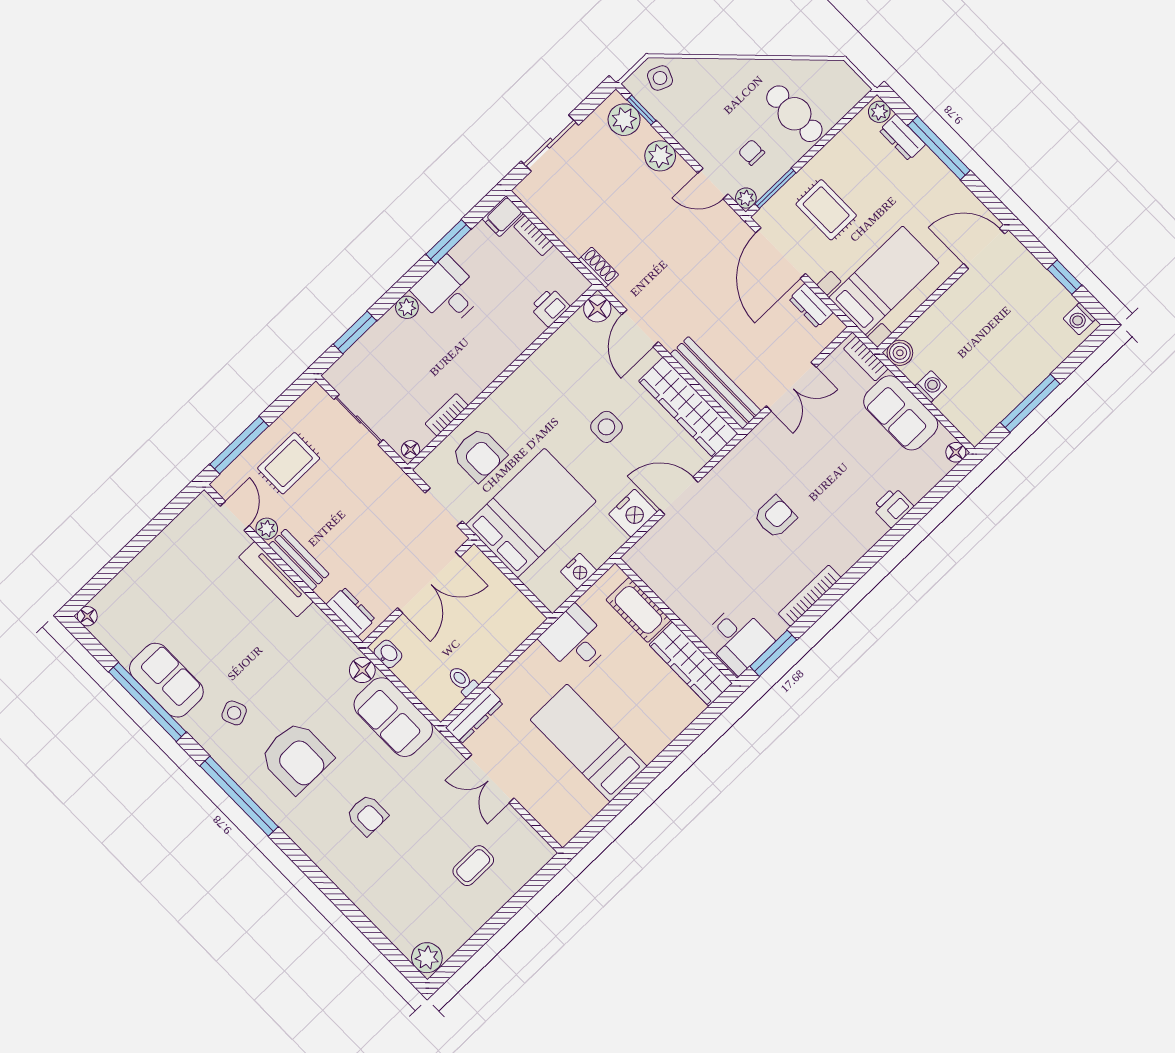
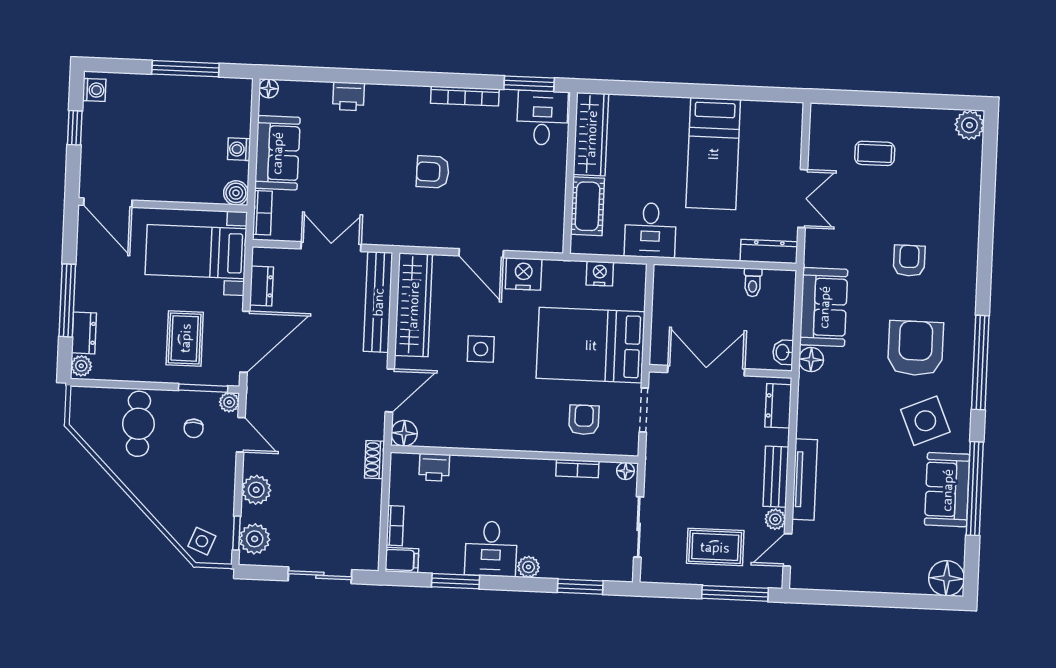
armchair: (479, 454) -> (584, 420), width x0.72, depth x0.72
floor lamp: (87, 616) -> (947, 578), width x1.89, depth x1.89
side table: (234, 713) -> (925, 421), width x1.87, depth x1.87

